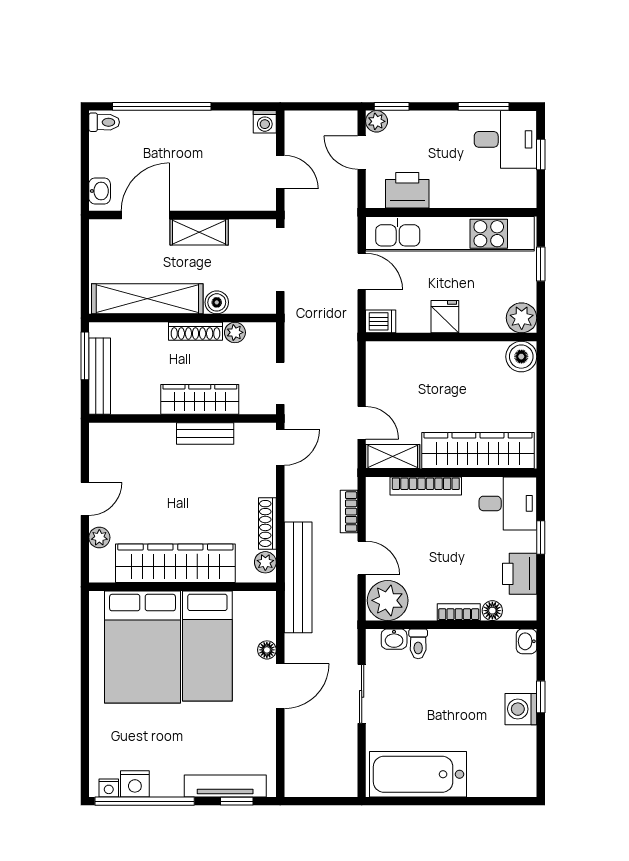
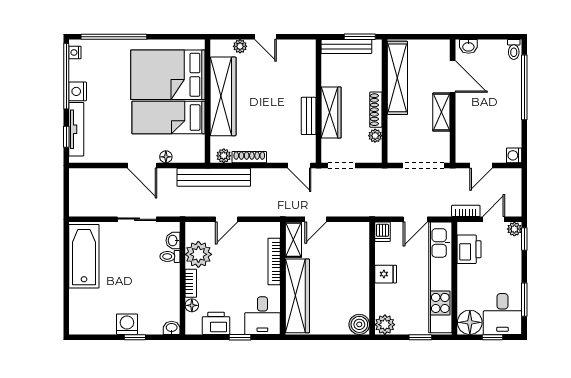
floor lamp: (518, 189) -> (470, 322), added
boiler: (217, 302) -> (395, 124), removed
bookcase: (349, 512) -> (466, 211), moved
plant: (388, 600) -> (198, 254), moved
window: (85, 729) -> (114, 37), added
nightstand: (135, 784) -> (78, 91), moved

